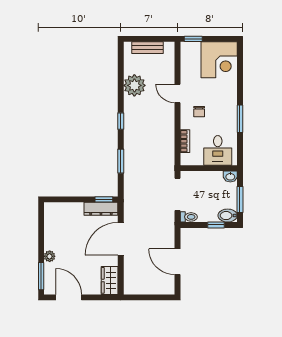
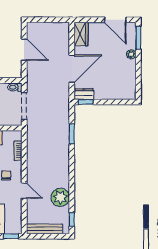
bench: (147, 48) -> (45, 229), width x1.36
window: (121, 121) -> (72, 219), moved
dresser: (101, 209) -> (84, 94), width x0.70

